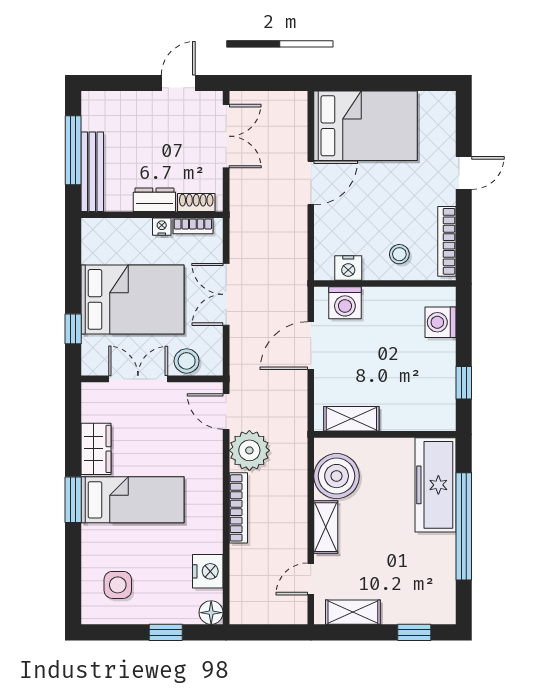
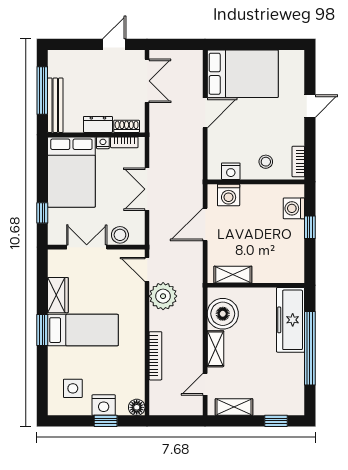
bookcase: (447, 241) -> (298, 162), width x0.64
bed: (132, 299) -> (71, 172), moved, turned 90
window: (464, 383) -> (310, 227), moved
bookcase: (238, 508) -> (155, 356), moved
nightstand: (208, 571) -> (104, 405), moved, turned 90

